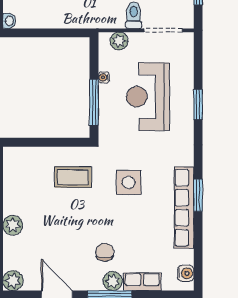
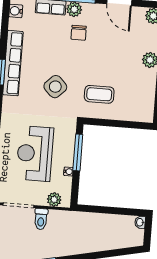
reception desk: (148, 97) -> (35, 153), turned 180
side table: (129, 182) -> (55, 87), turned 45

